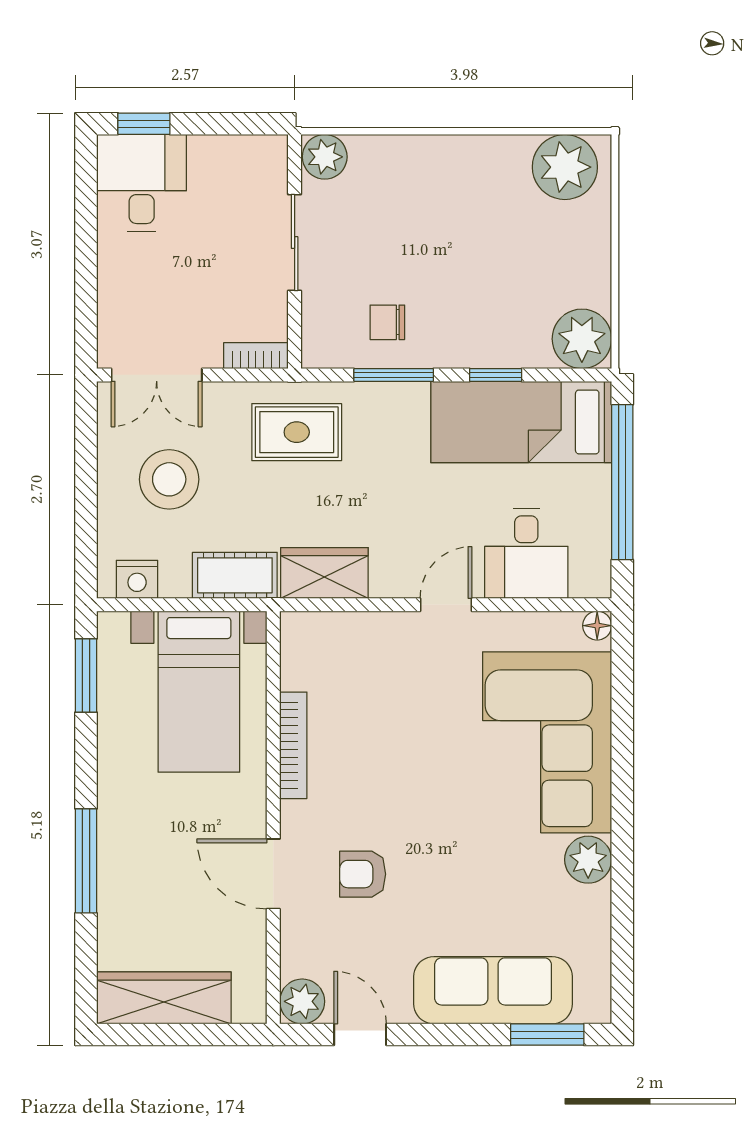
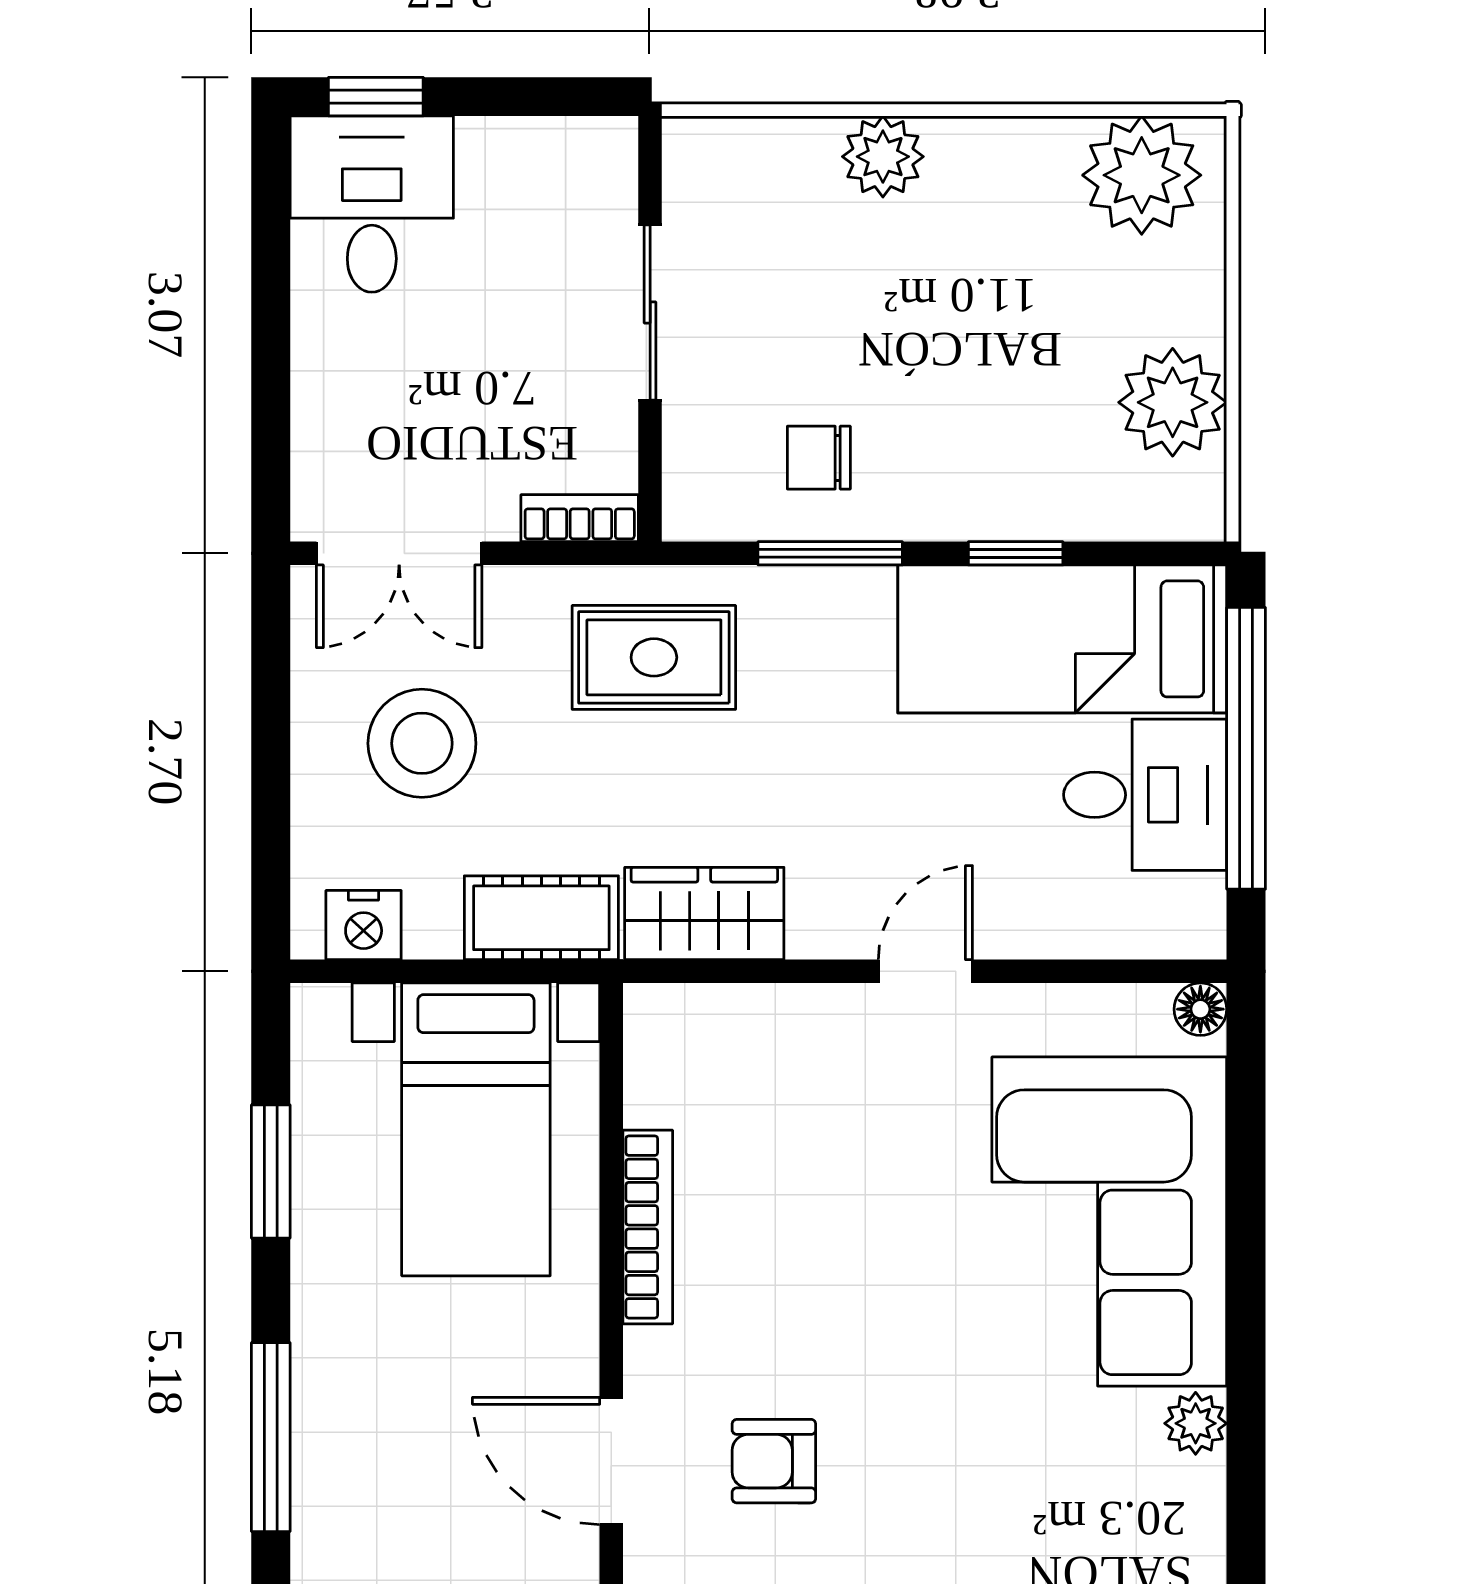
plant: (325, 157) -> (883, 157), moved
plant: (582, 339) -> (1173, 402), moved
desk: (526, 553) -> (1145, 795), moved, turned -90
window: (86, 676) -> (271, 1172), moved
plant: (588, 860) -> (1196, 1423), width x0.73, depth x0.73

